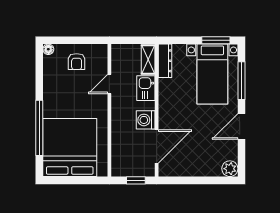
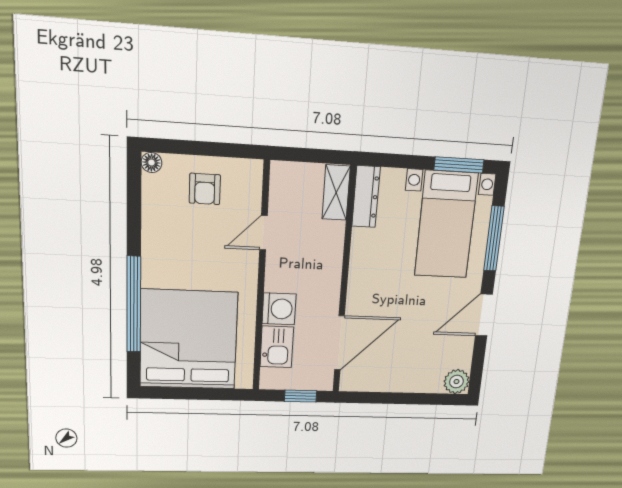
kitchen sink: (146, 88) -> (277, 347), moved, turned 180
washing machine: (146, 120) -> (279, 309), moved, turned 180

